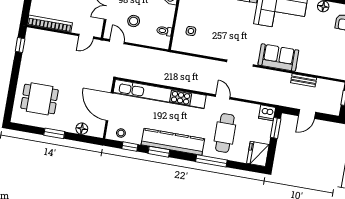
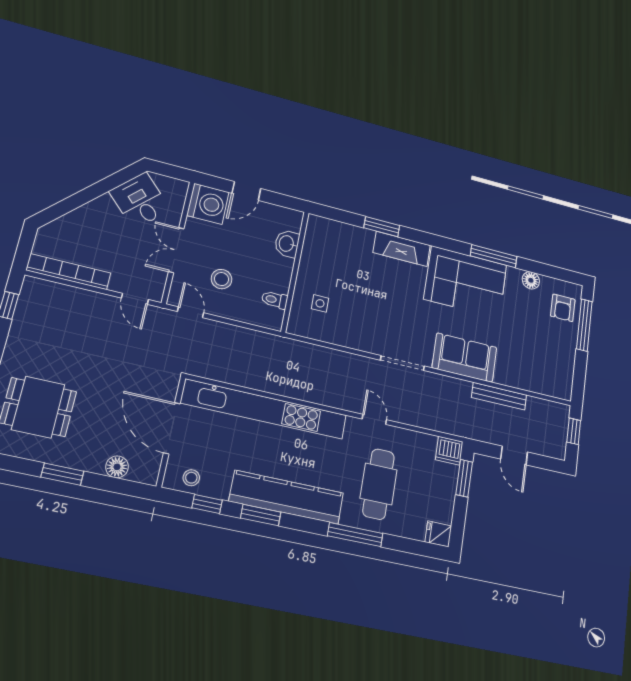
door: (86, 36) -> (135, 299), hinge flipped
bench: (304, 80) -> (499, 396), width x1.36
door: (307, 114) -> (514, 455), hinge flipped
fridge: (258, 154) -> (438, 534), width x0.53, depth x0.75

